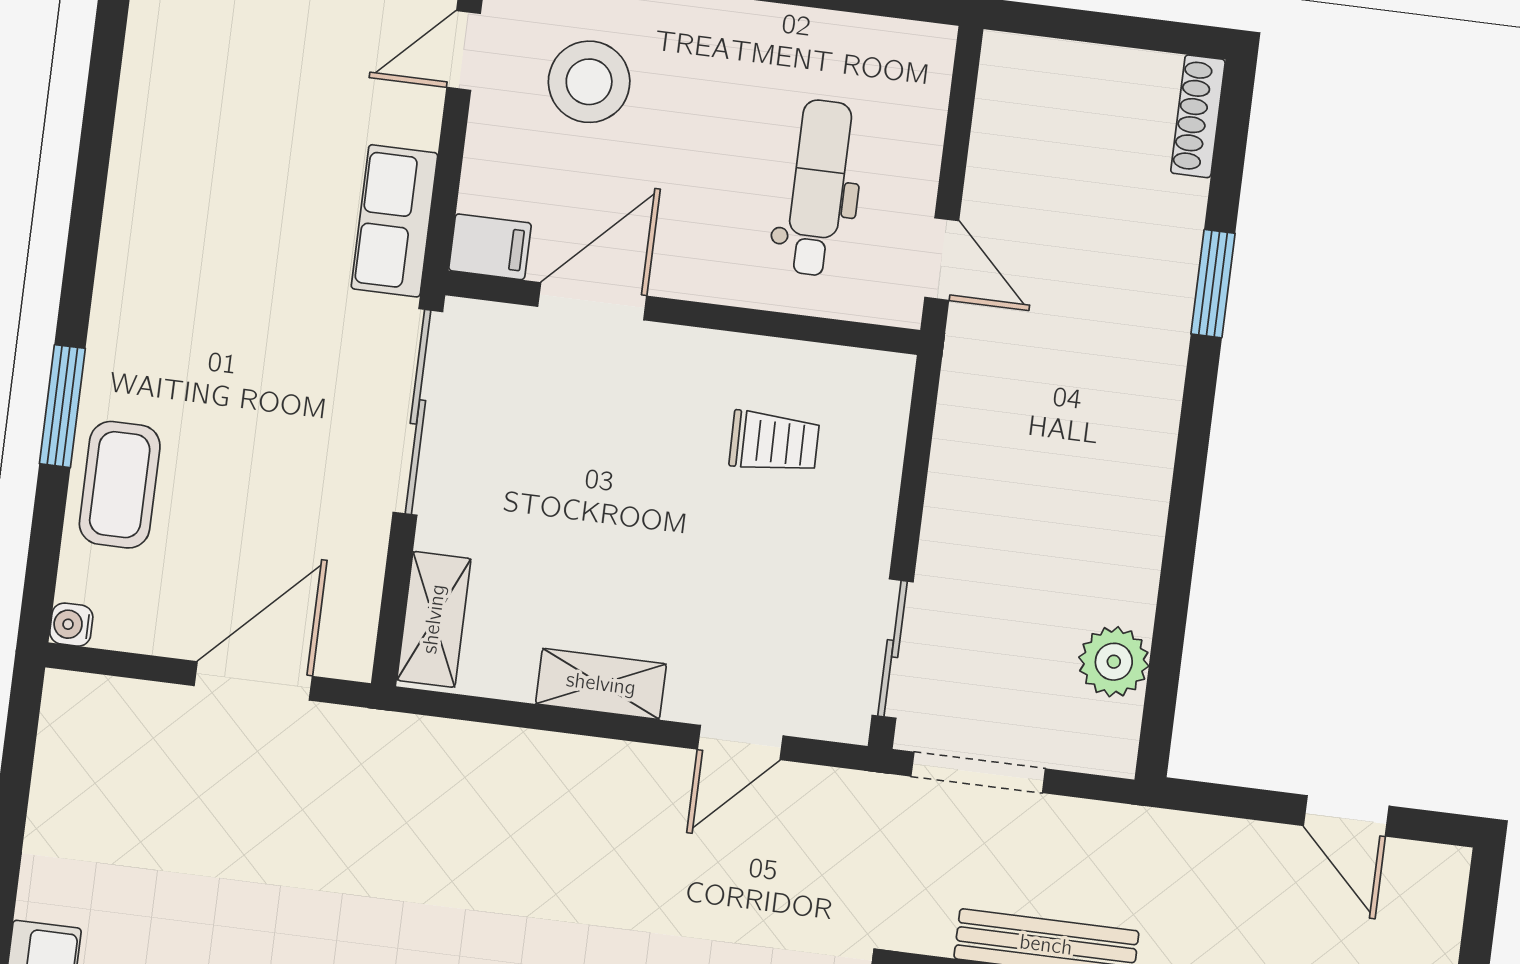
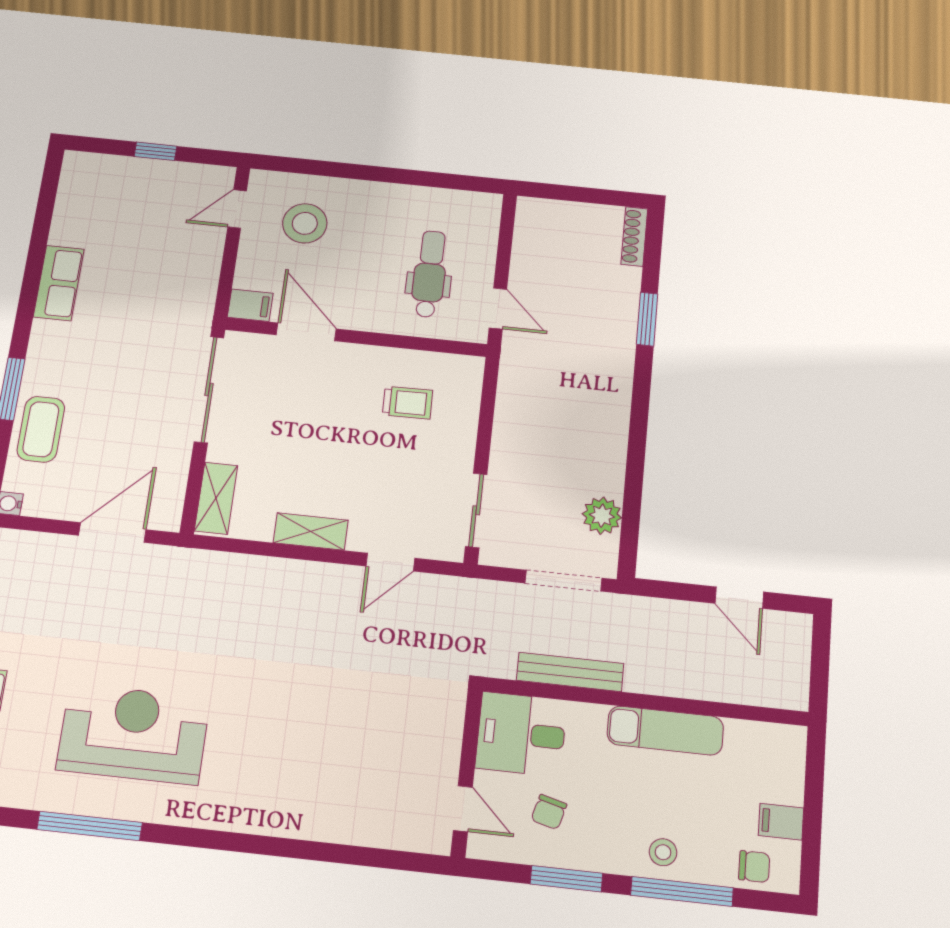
row of seats: (394, 221) -> (59, 283), moved, turned 180
door: (592, 301) -> (306, 332), hinge flipped
doorway: (978, 772) -> (564, 581), moved

